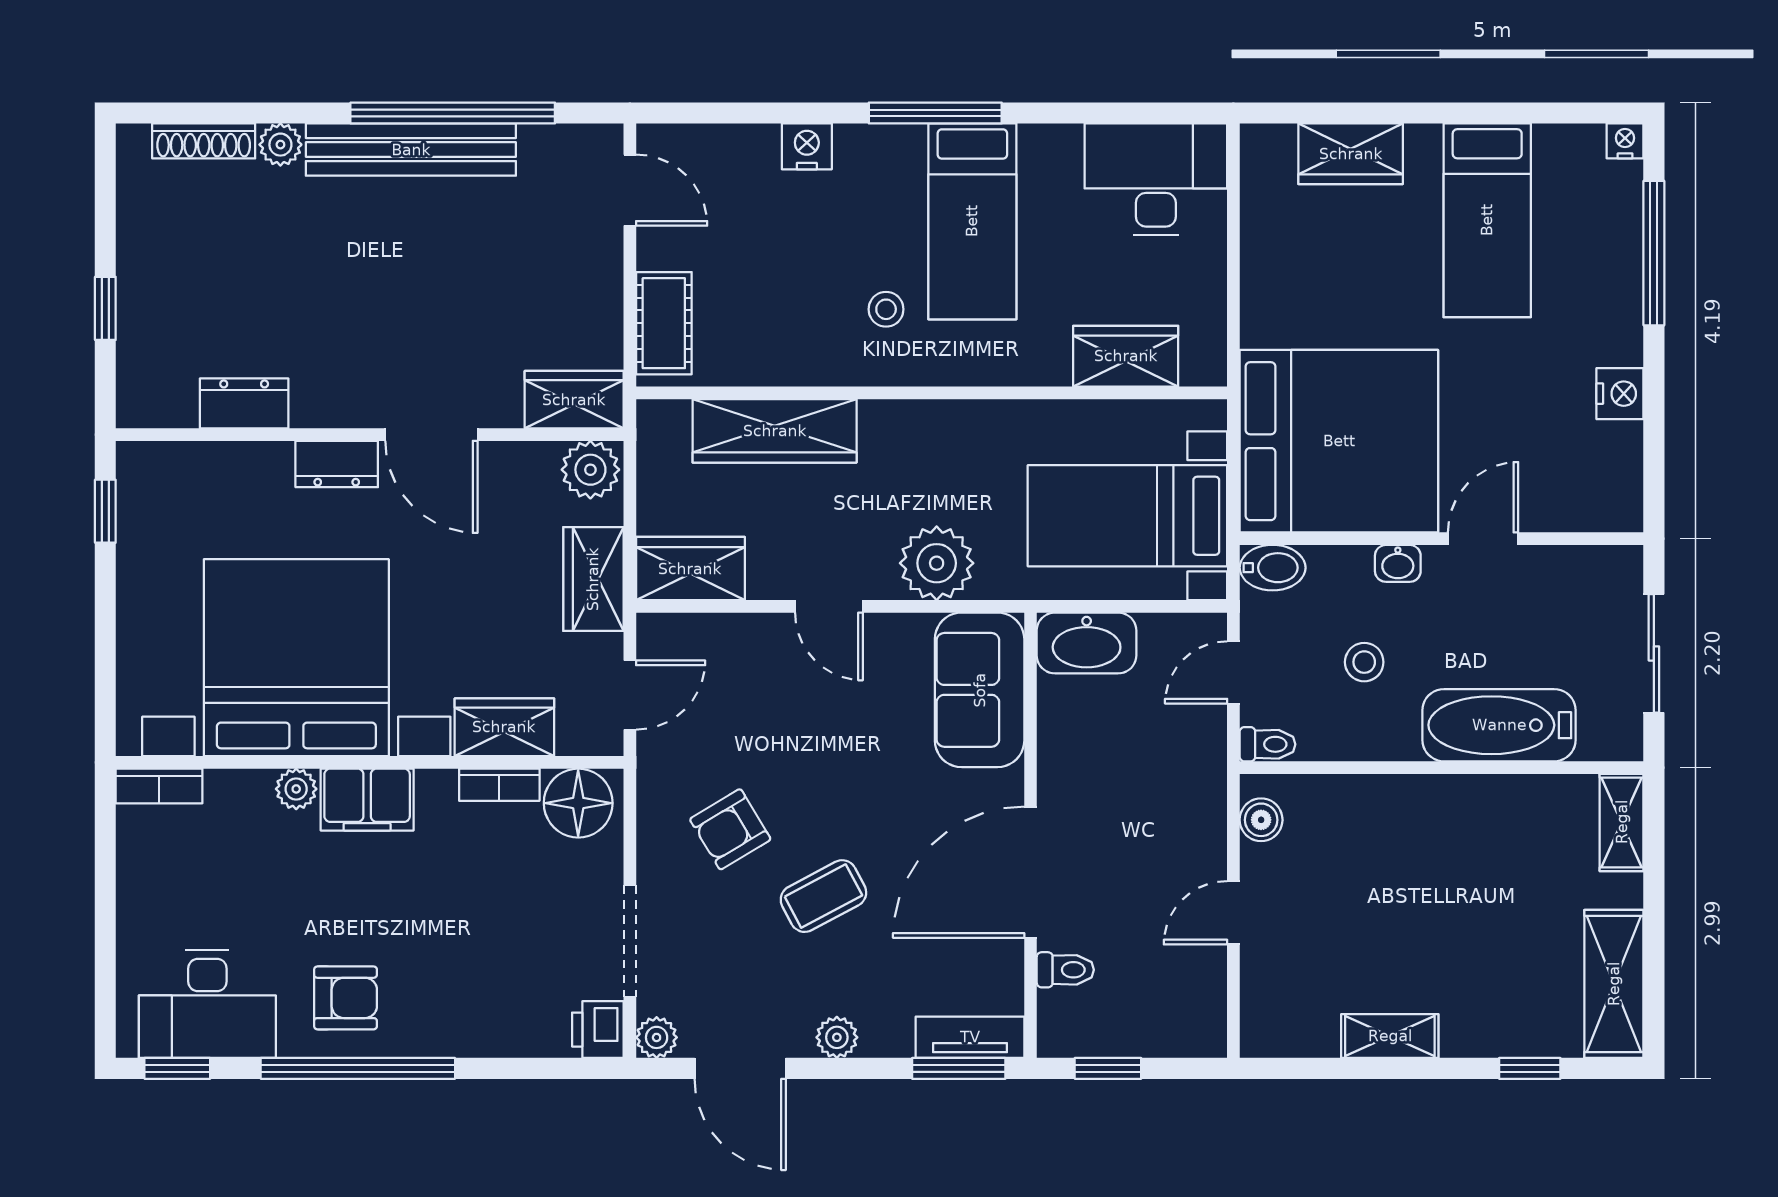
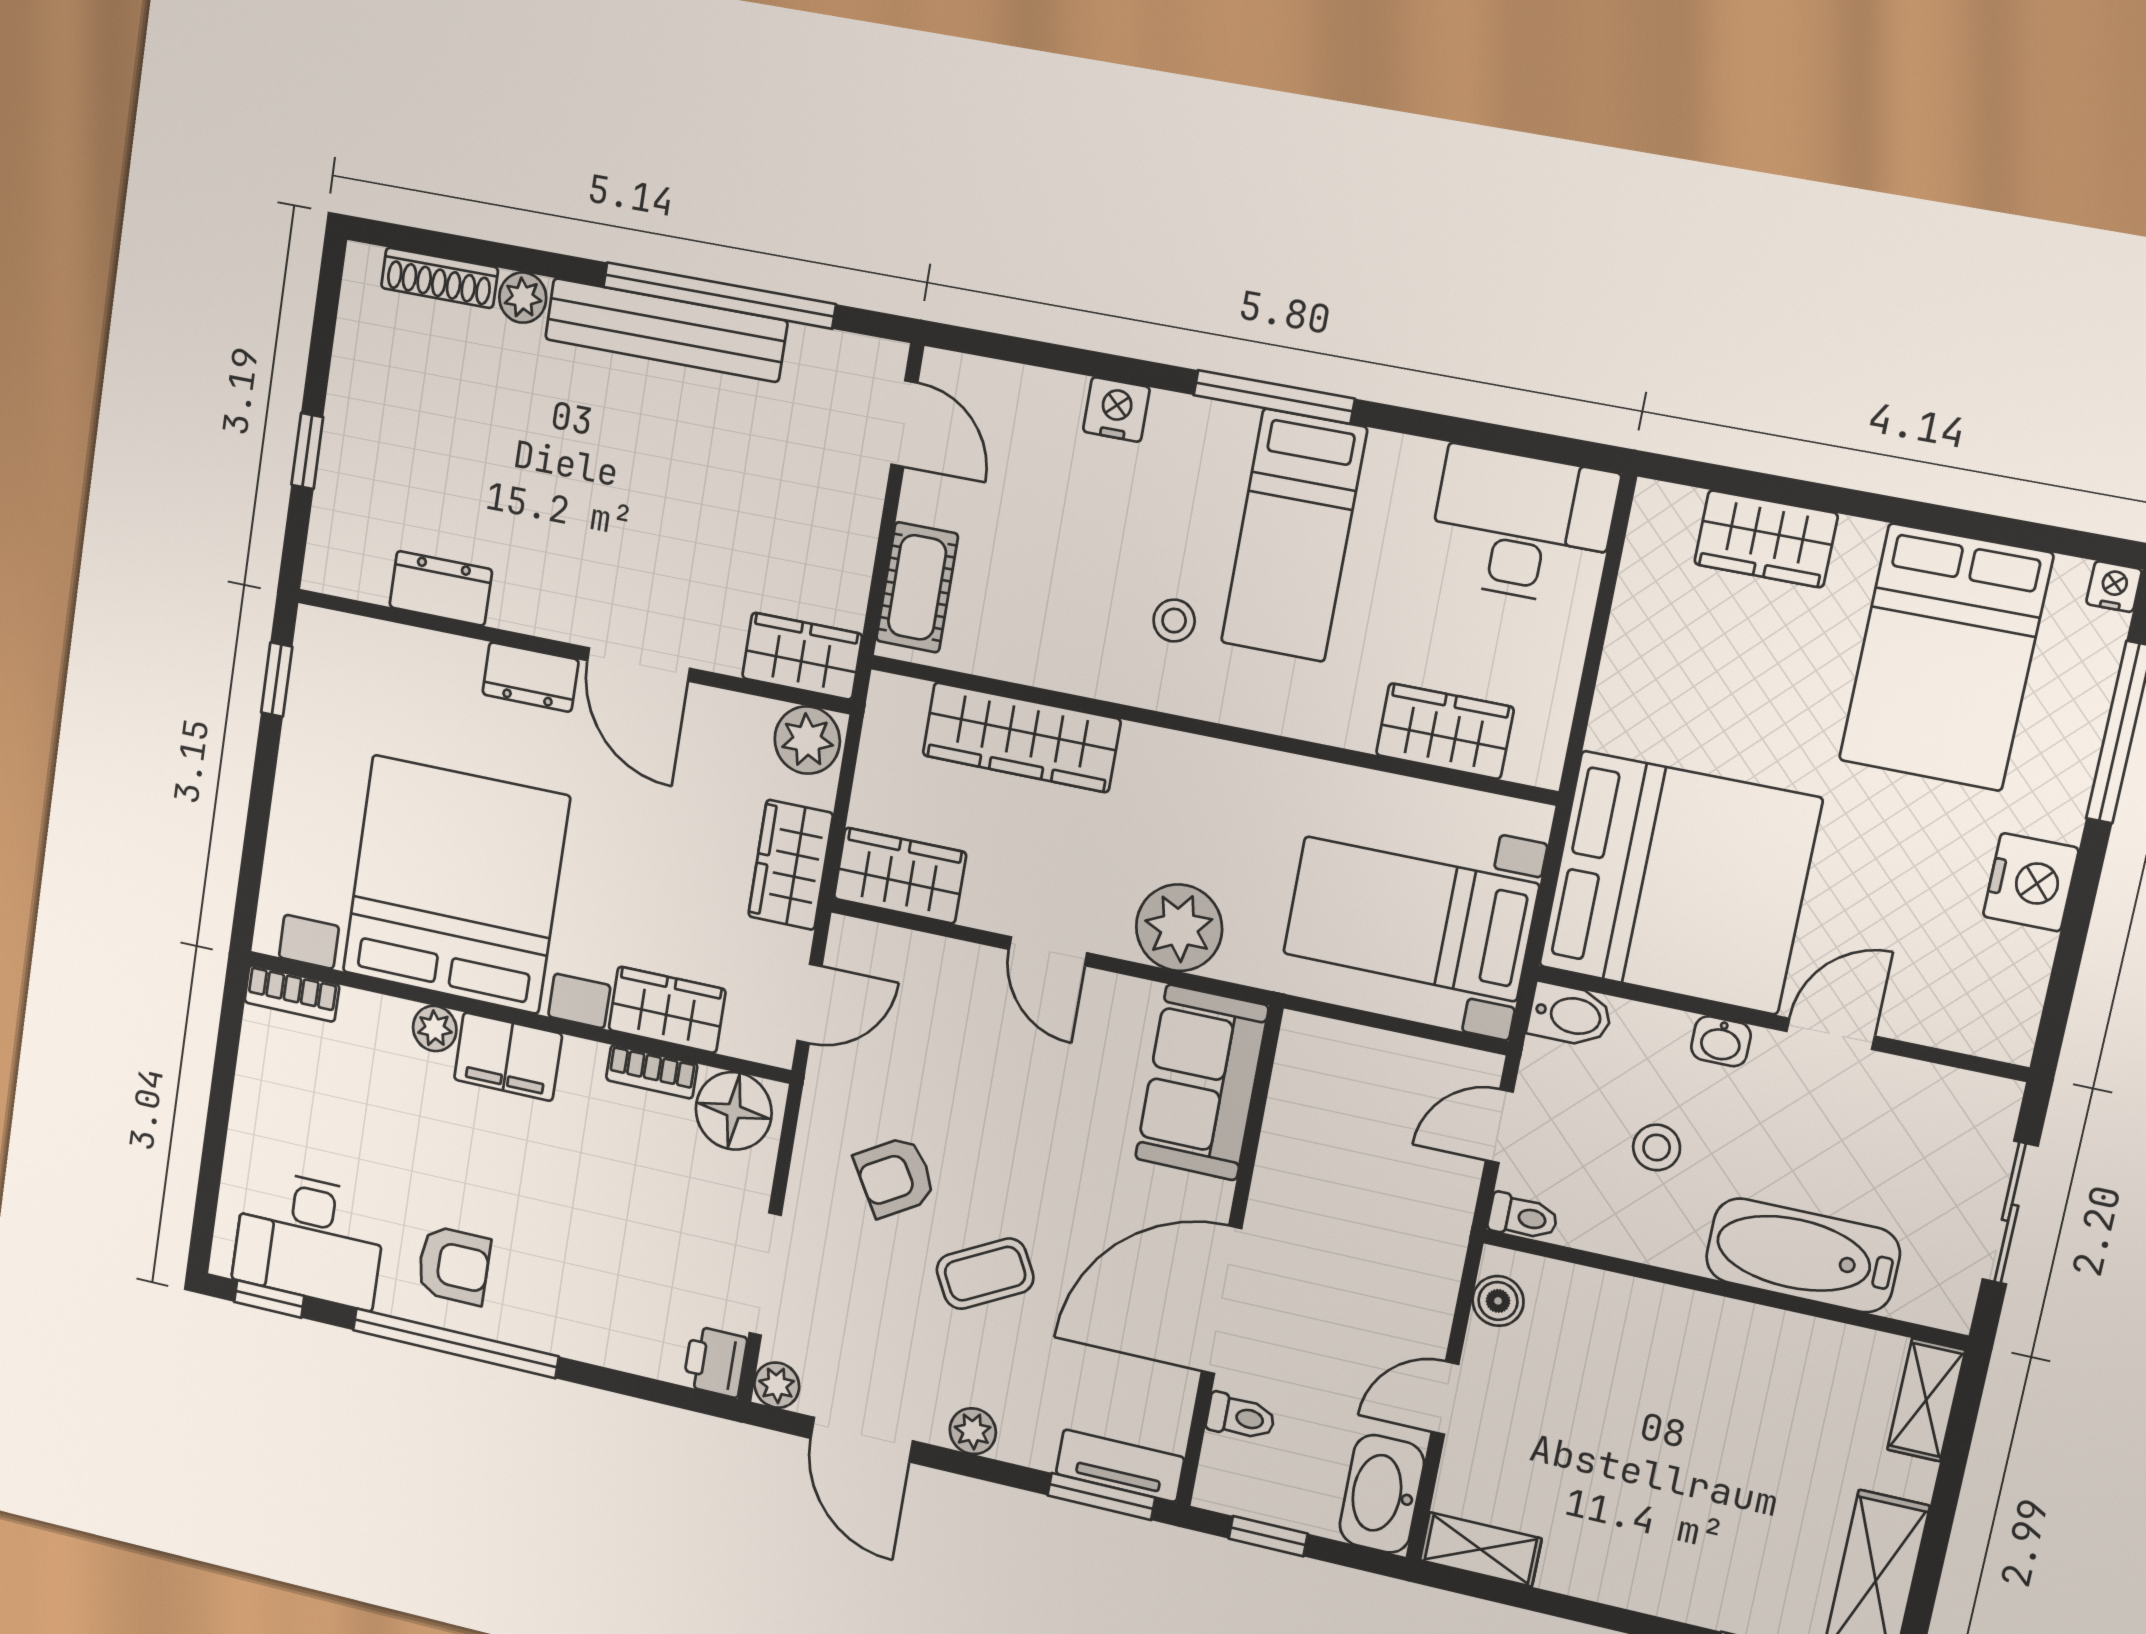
bed: (1487, 220) -> (1946, 657), width x1.50
nightstand: (1620, 394) -> (2031, 882), width x1.36, depth x1.33
washbasin: (1087, 643) -> (1382, 1494), moved, turned 90
shelving: (1390, 1036) -> (1481, 1549), moved

